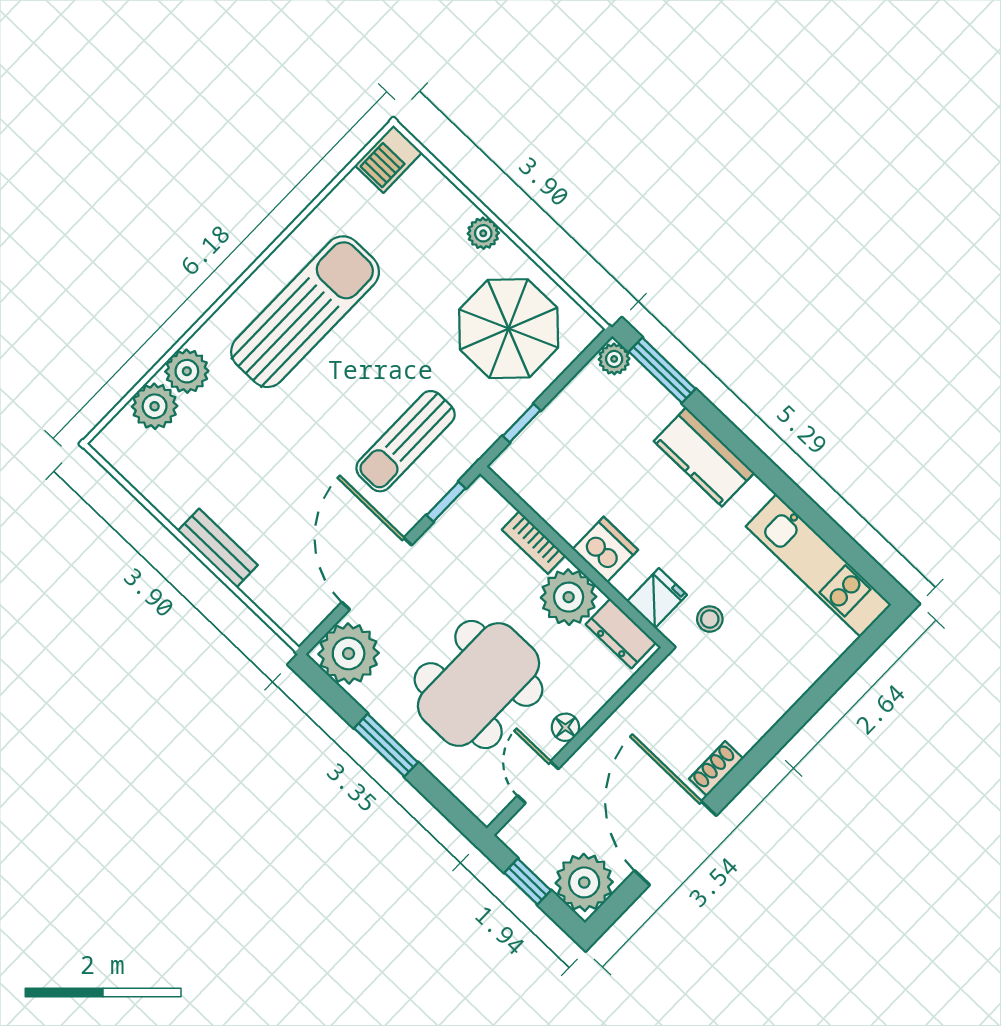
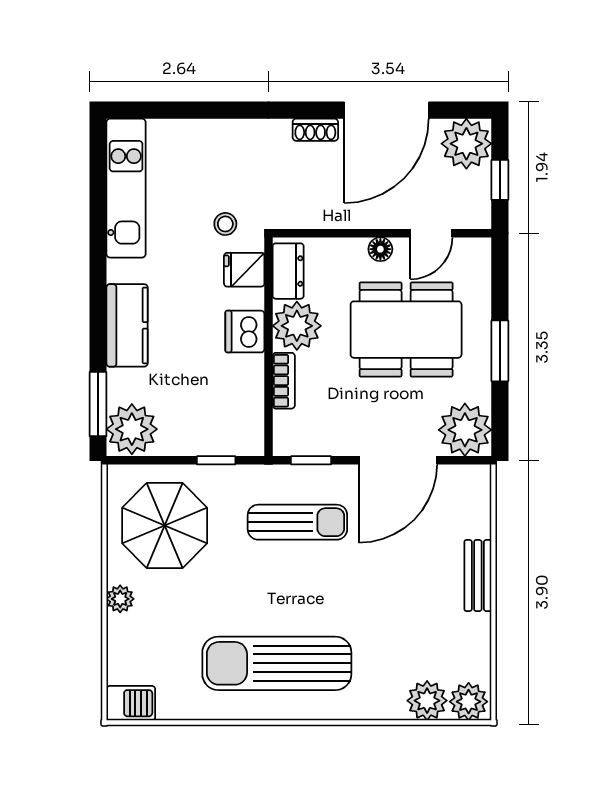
plant: (614, 359) -> (132, 429), width x1.88, depth x1.88
plant: (187, 371) -> (469, 702), moved

